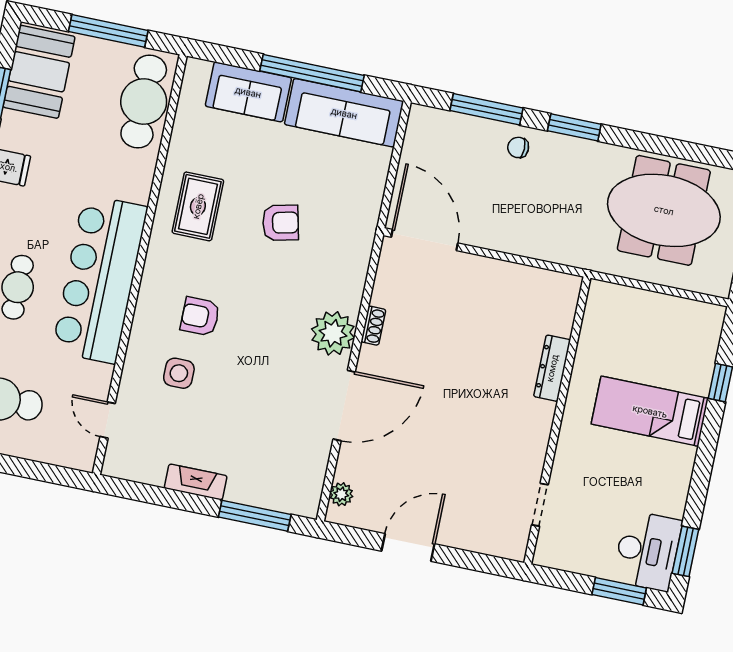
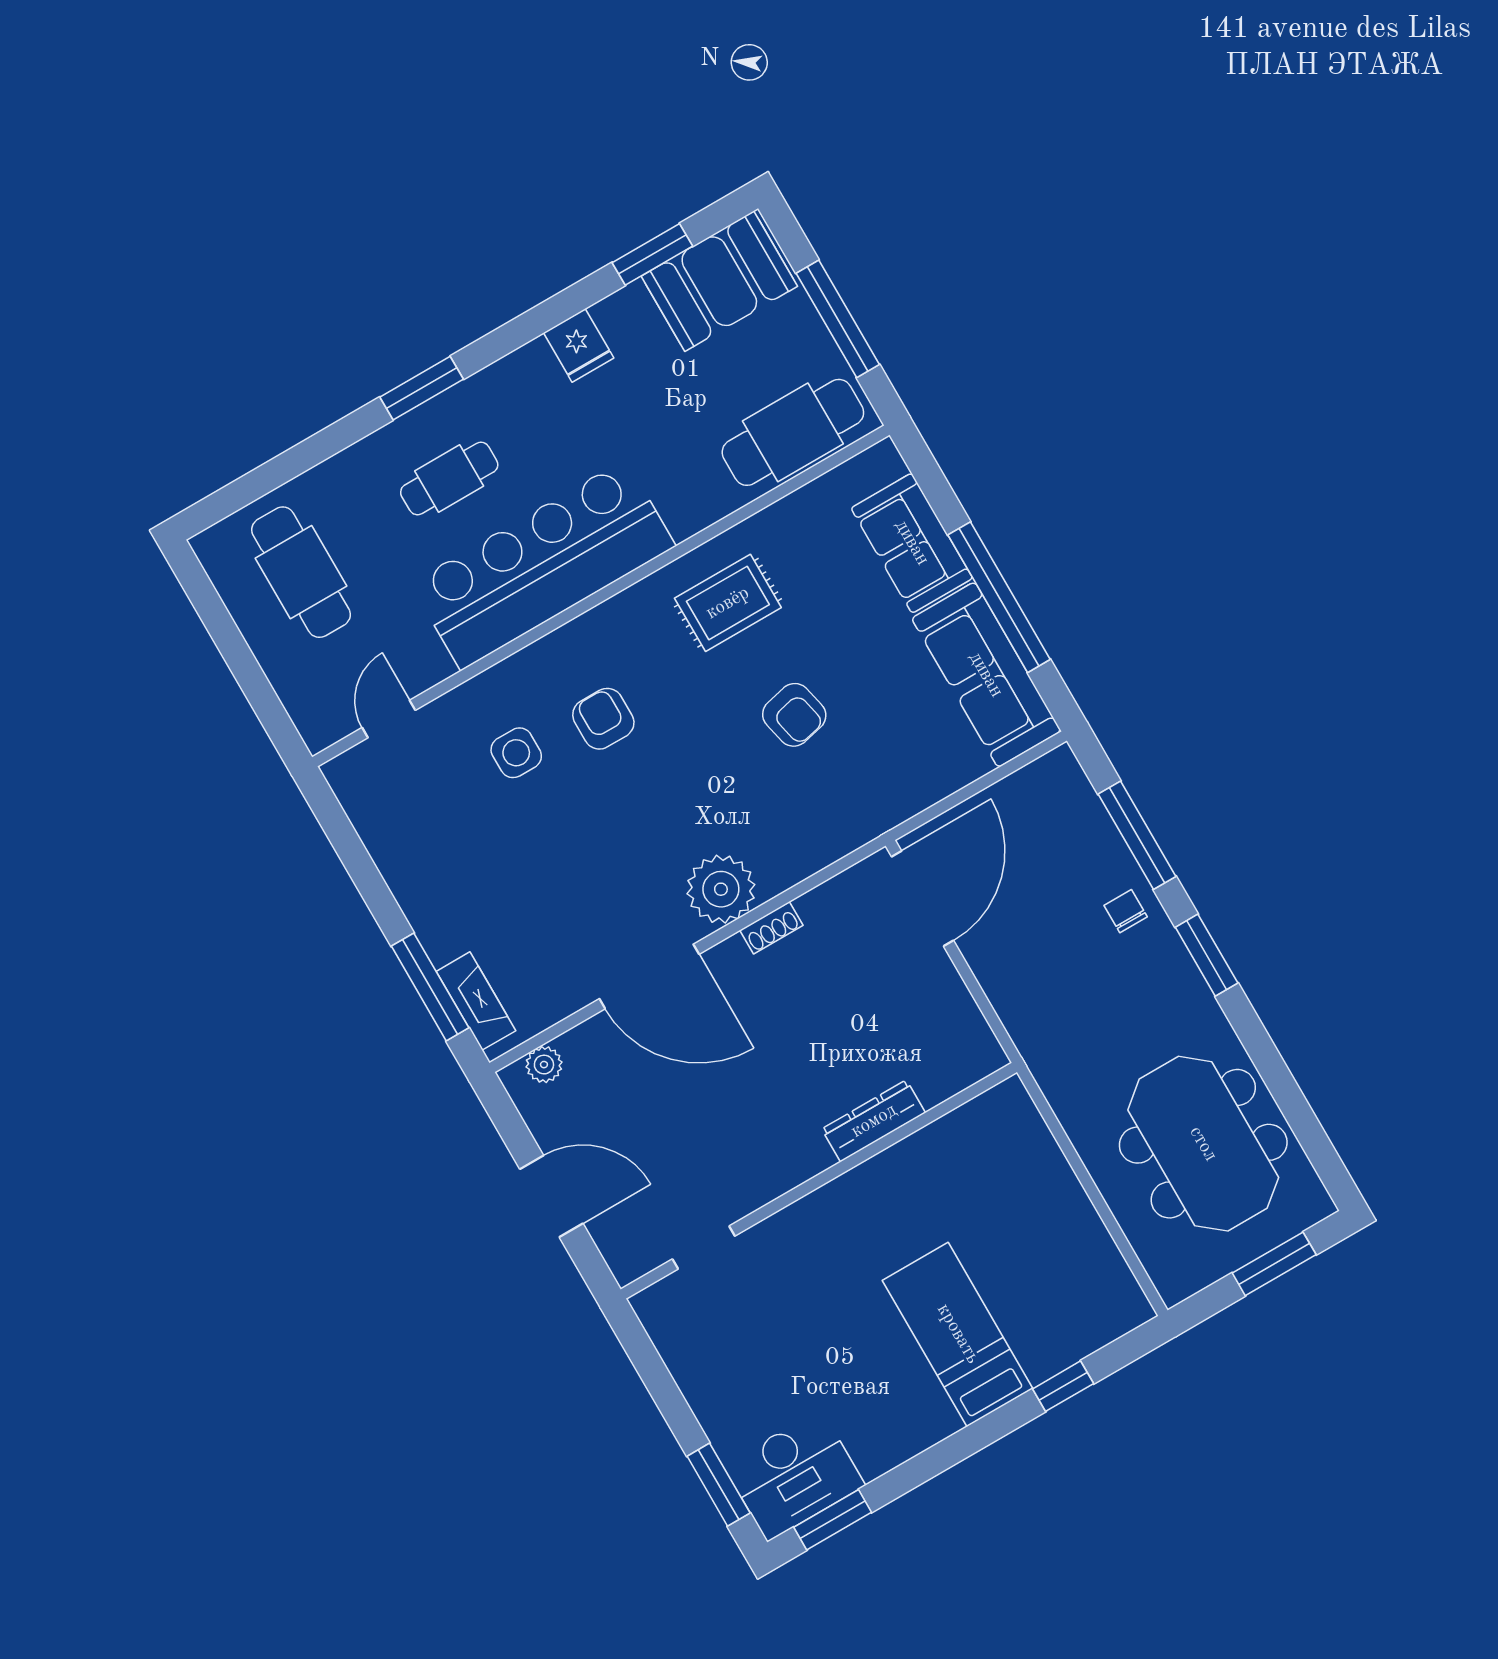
dresser: (552, 368) -> (874, 1121), moved
wall: (557, 420) -> (819, 1181), moved
fireplace: (196, 482) -> (476, 1001), moved
doorway: (540, 505) -> (704, 1248), moved

